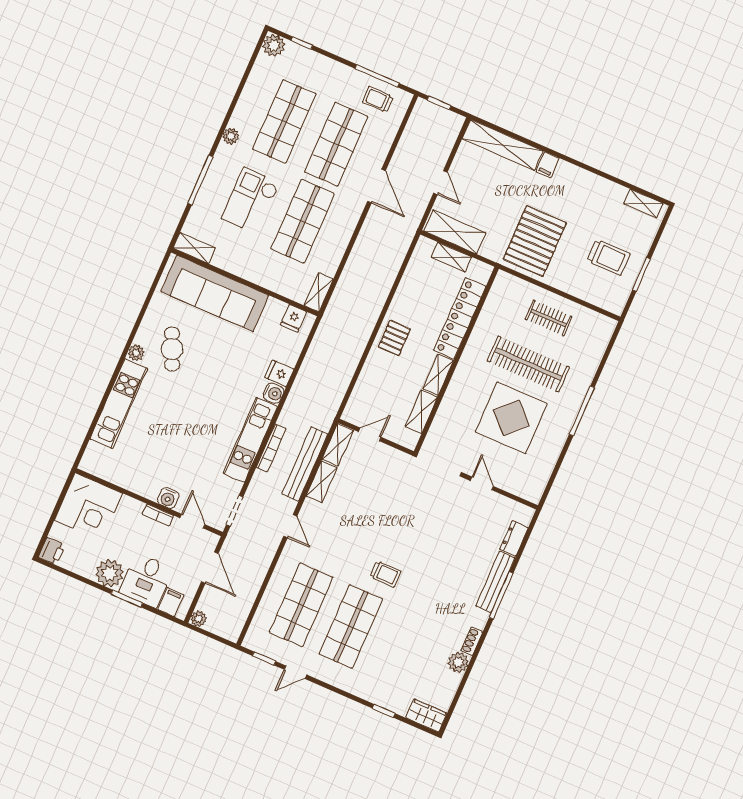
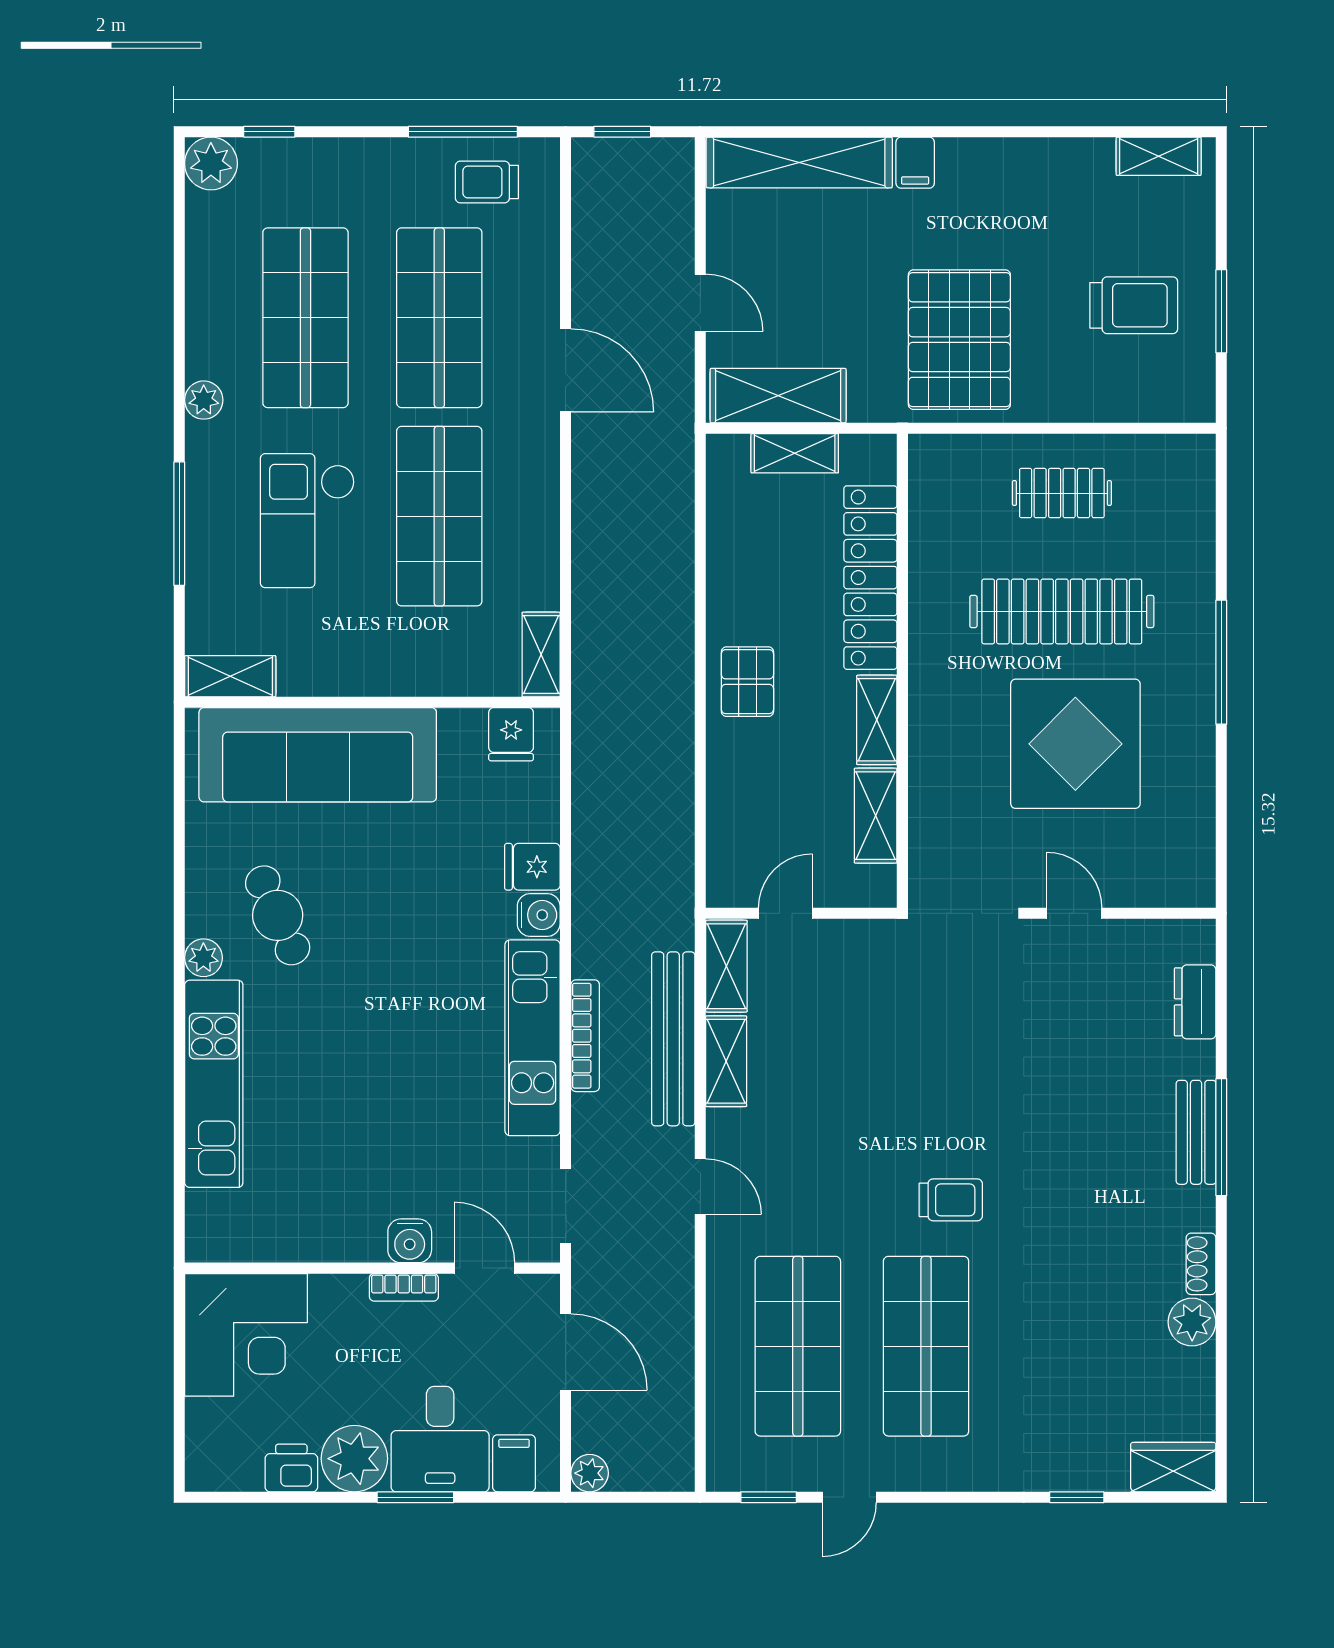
printer: (52, 551) -> (291, 1468), moved, turned -90
bench: (495, 582) -> (1196, 1132), width x0.73

